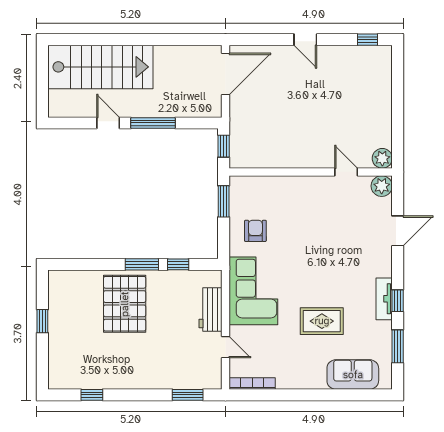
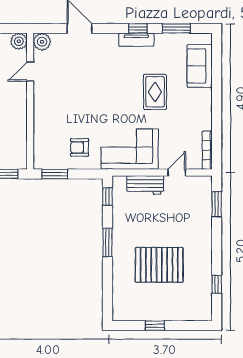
window: (178, 264) -> (108, 197), moved
pallet: (125, 304) -> (159, 265), moved

